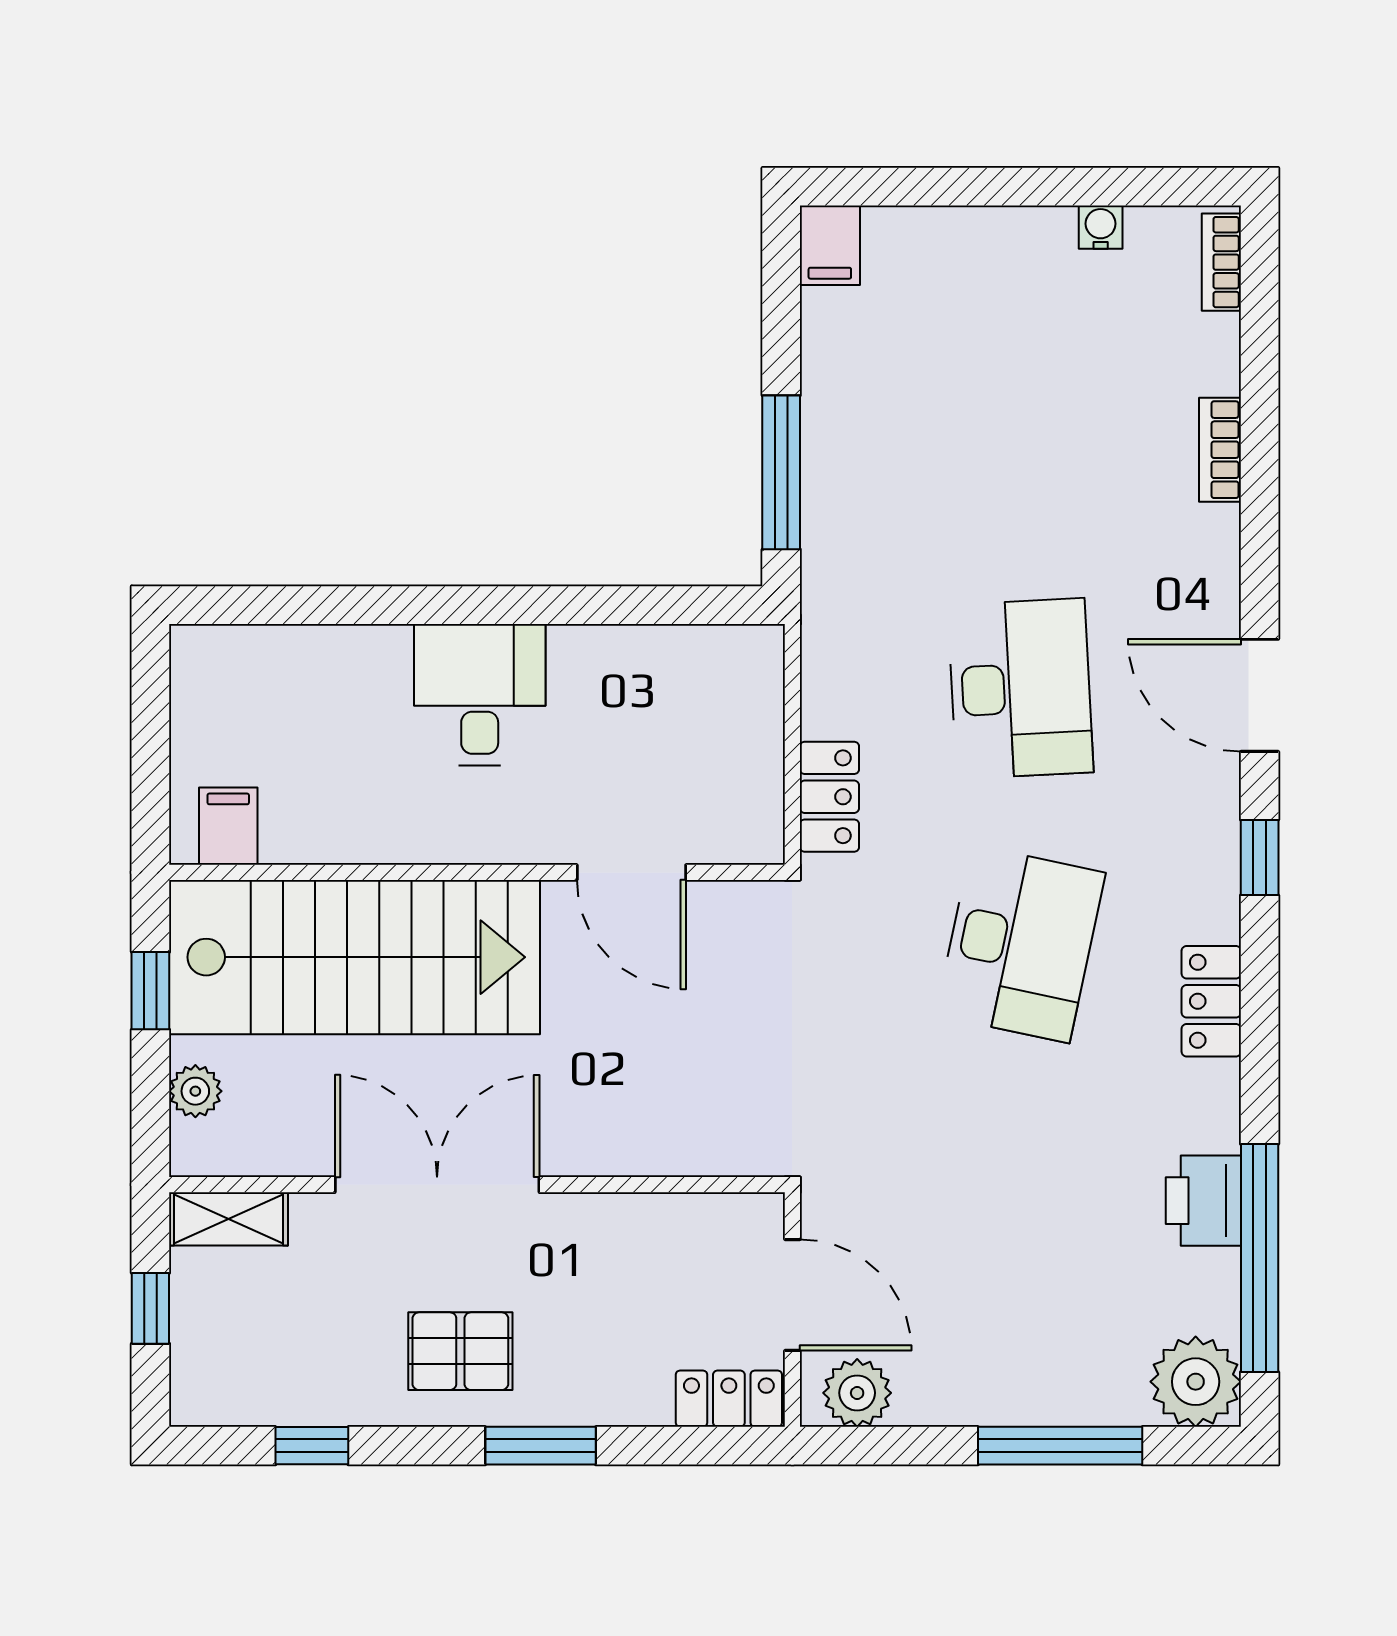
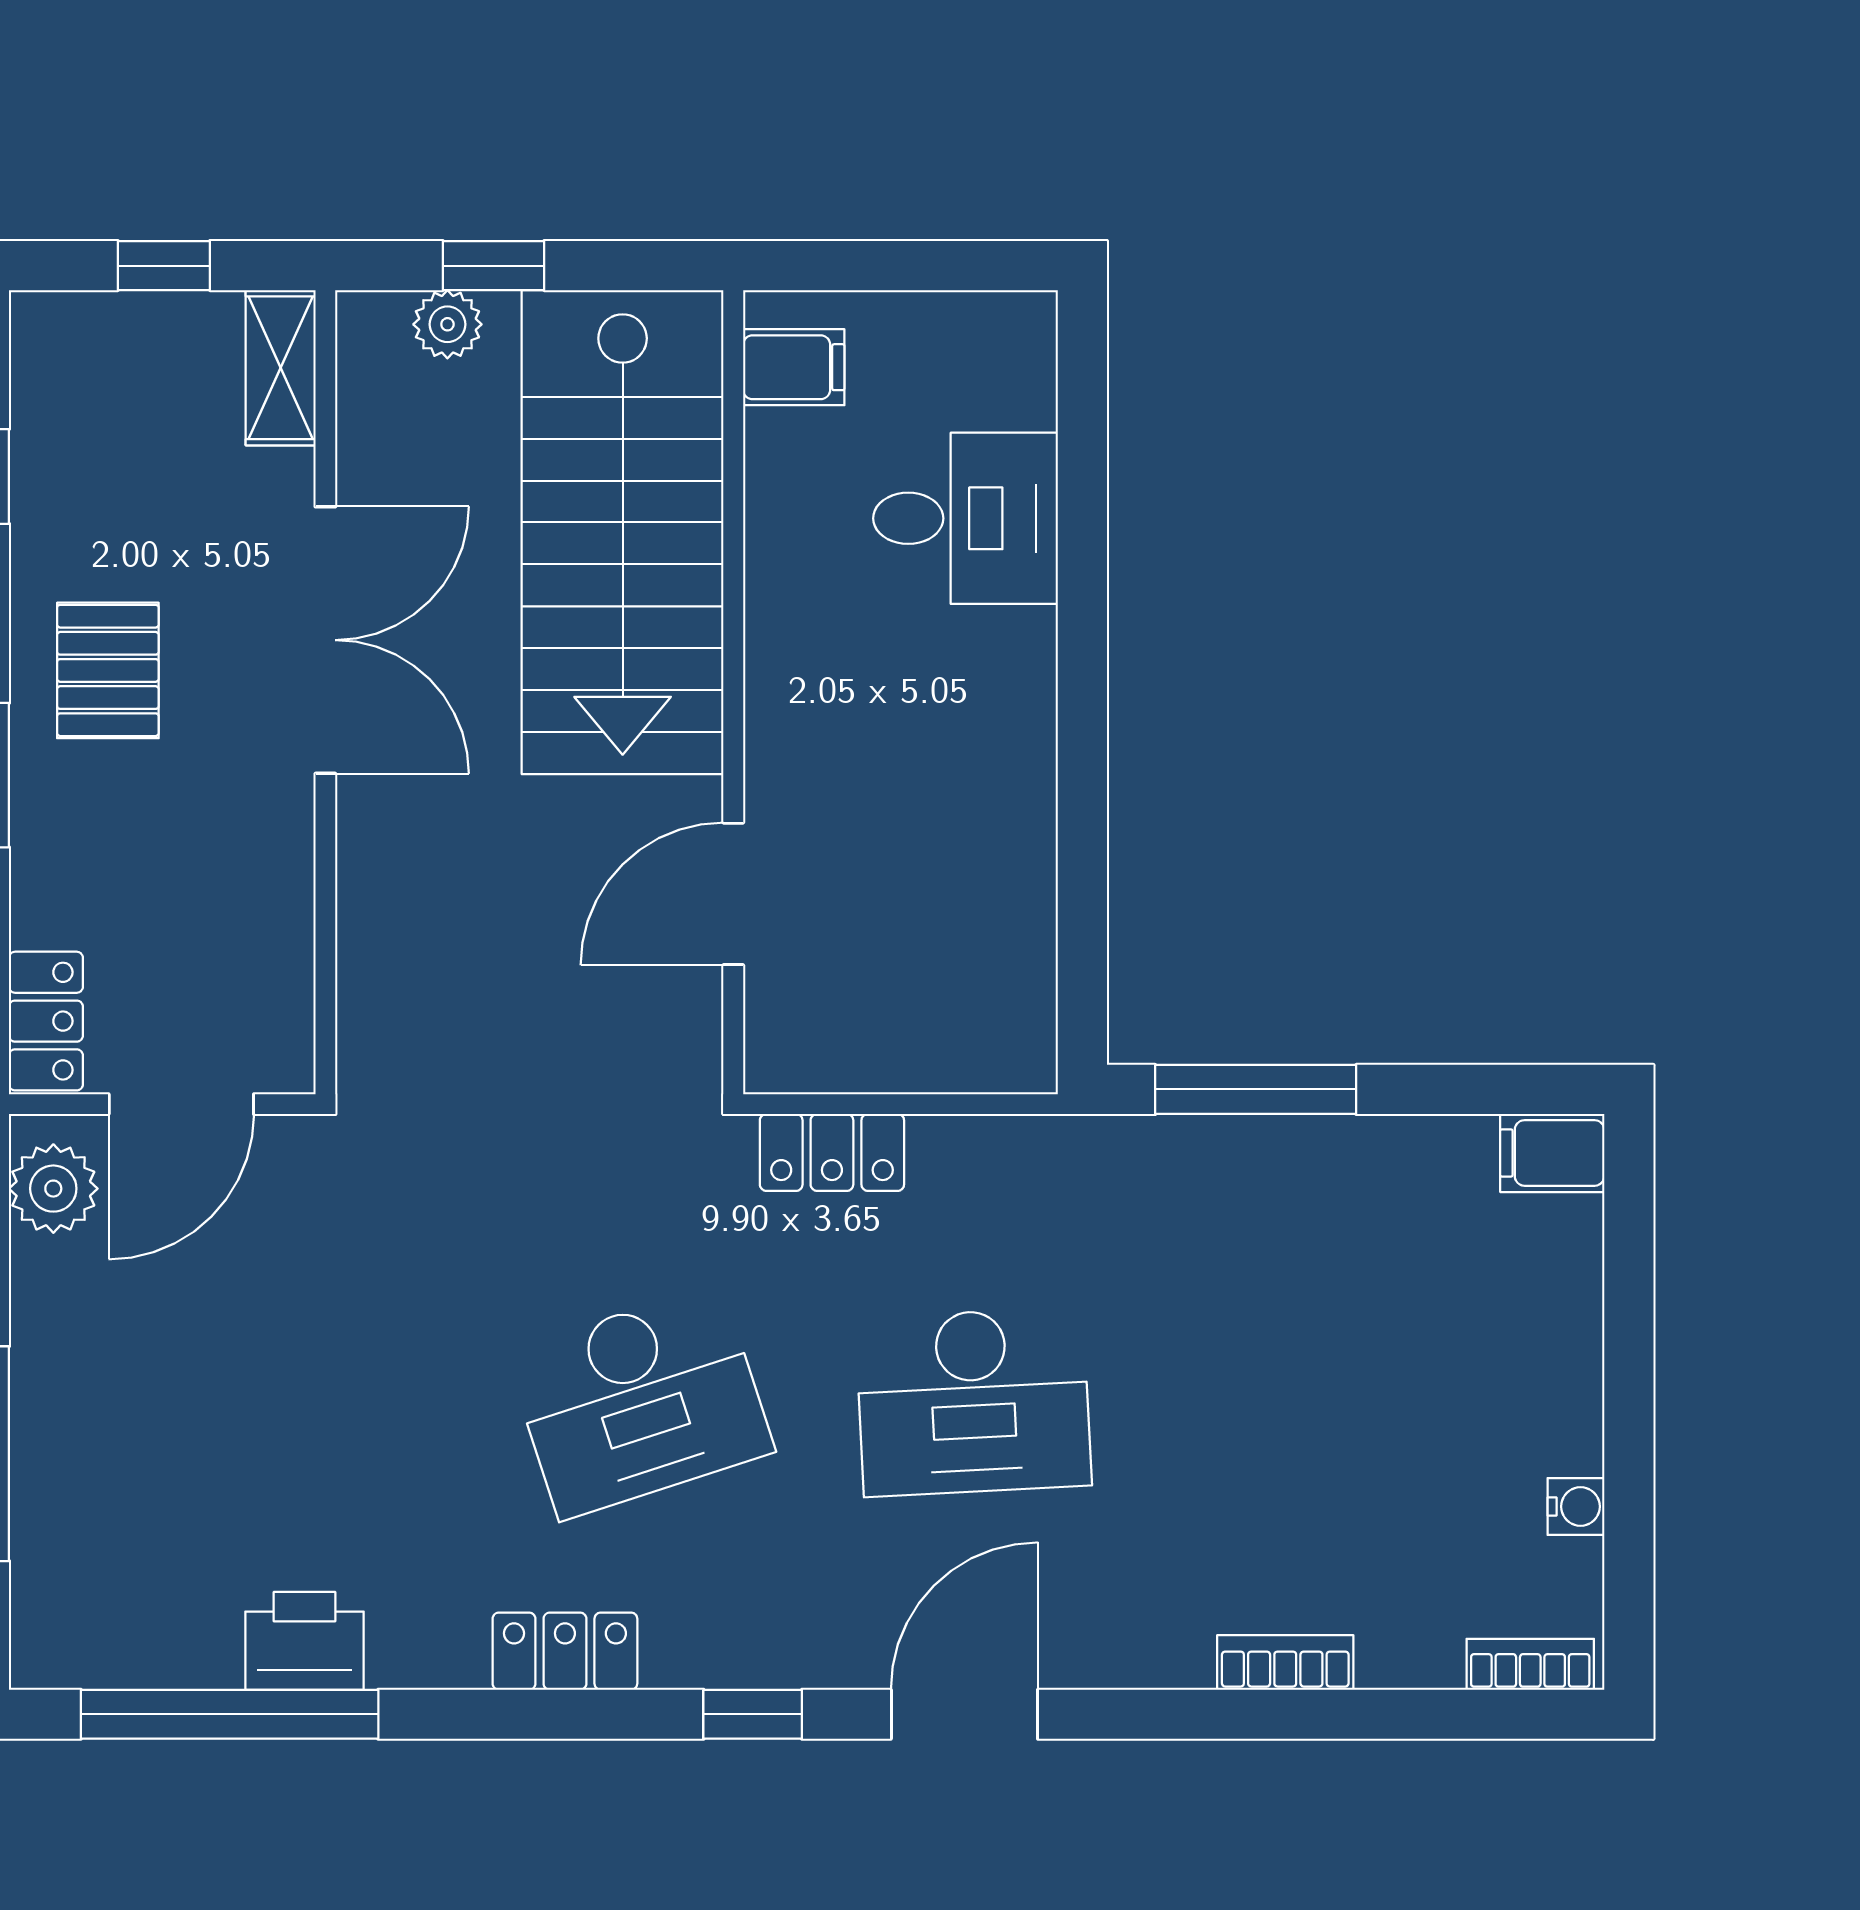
desk: (480, 695) -> (965, 518), moved
desk: (1020, 944) -> (640, 1402), turned -30
window: (150, 991) -> (494, 266), moved
plant: (1196, 1382) -> (68, 1631), removed

